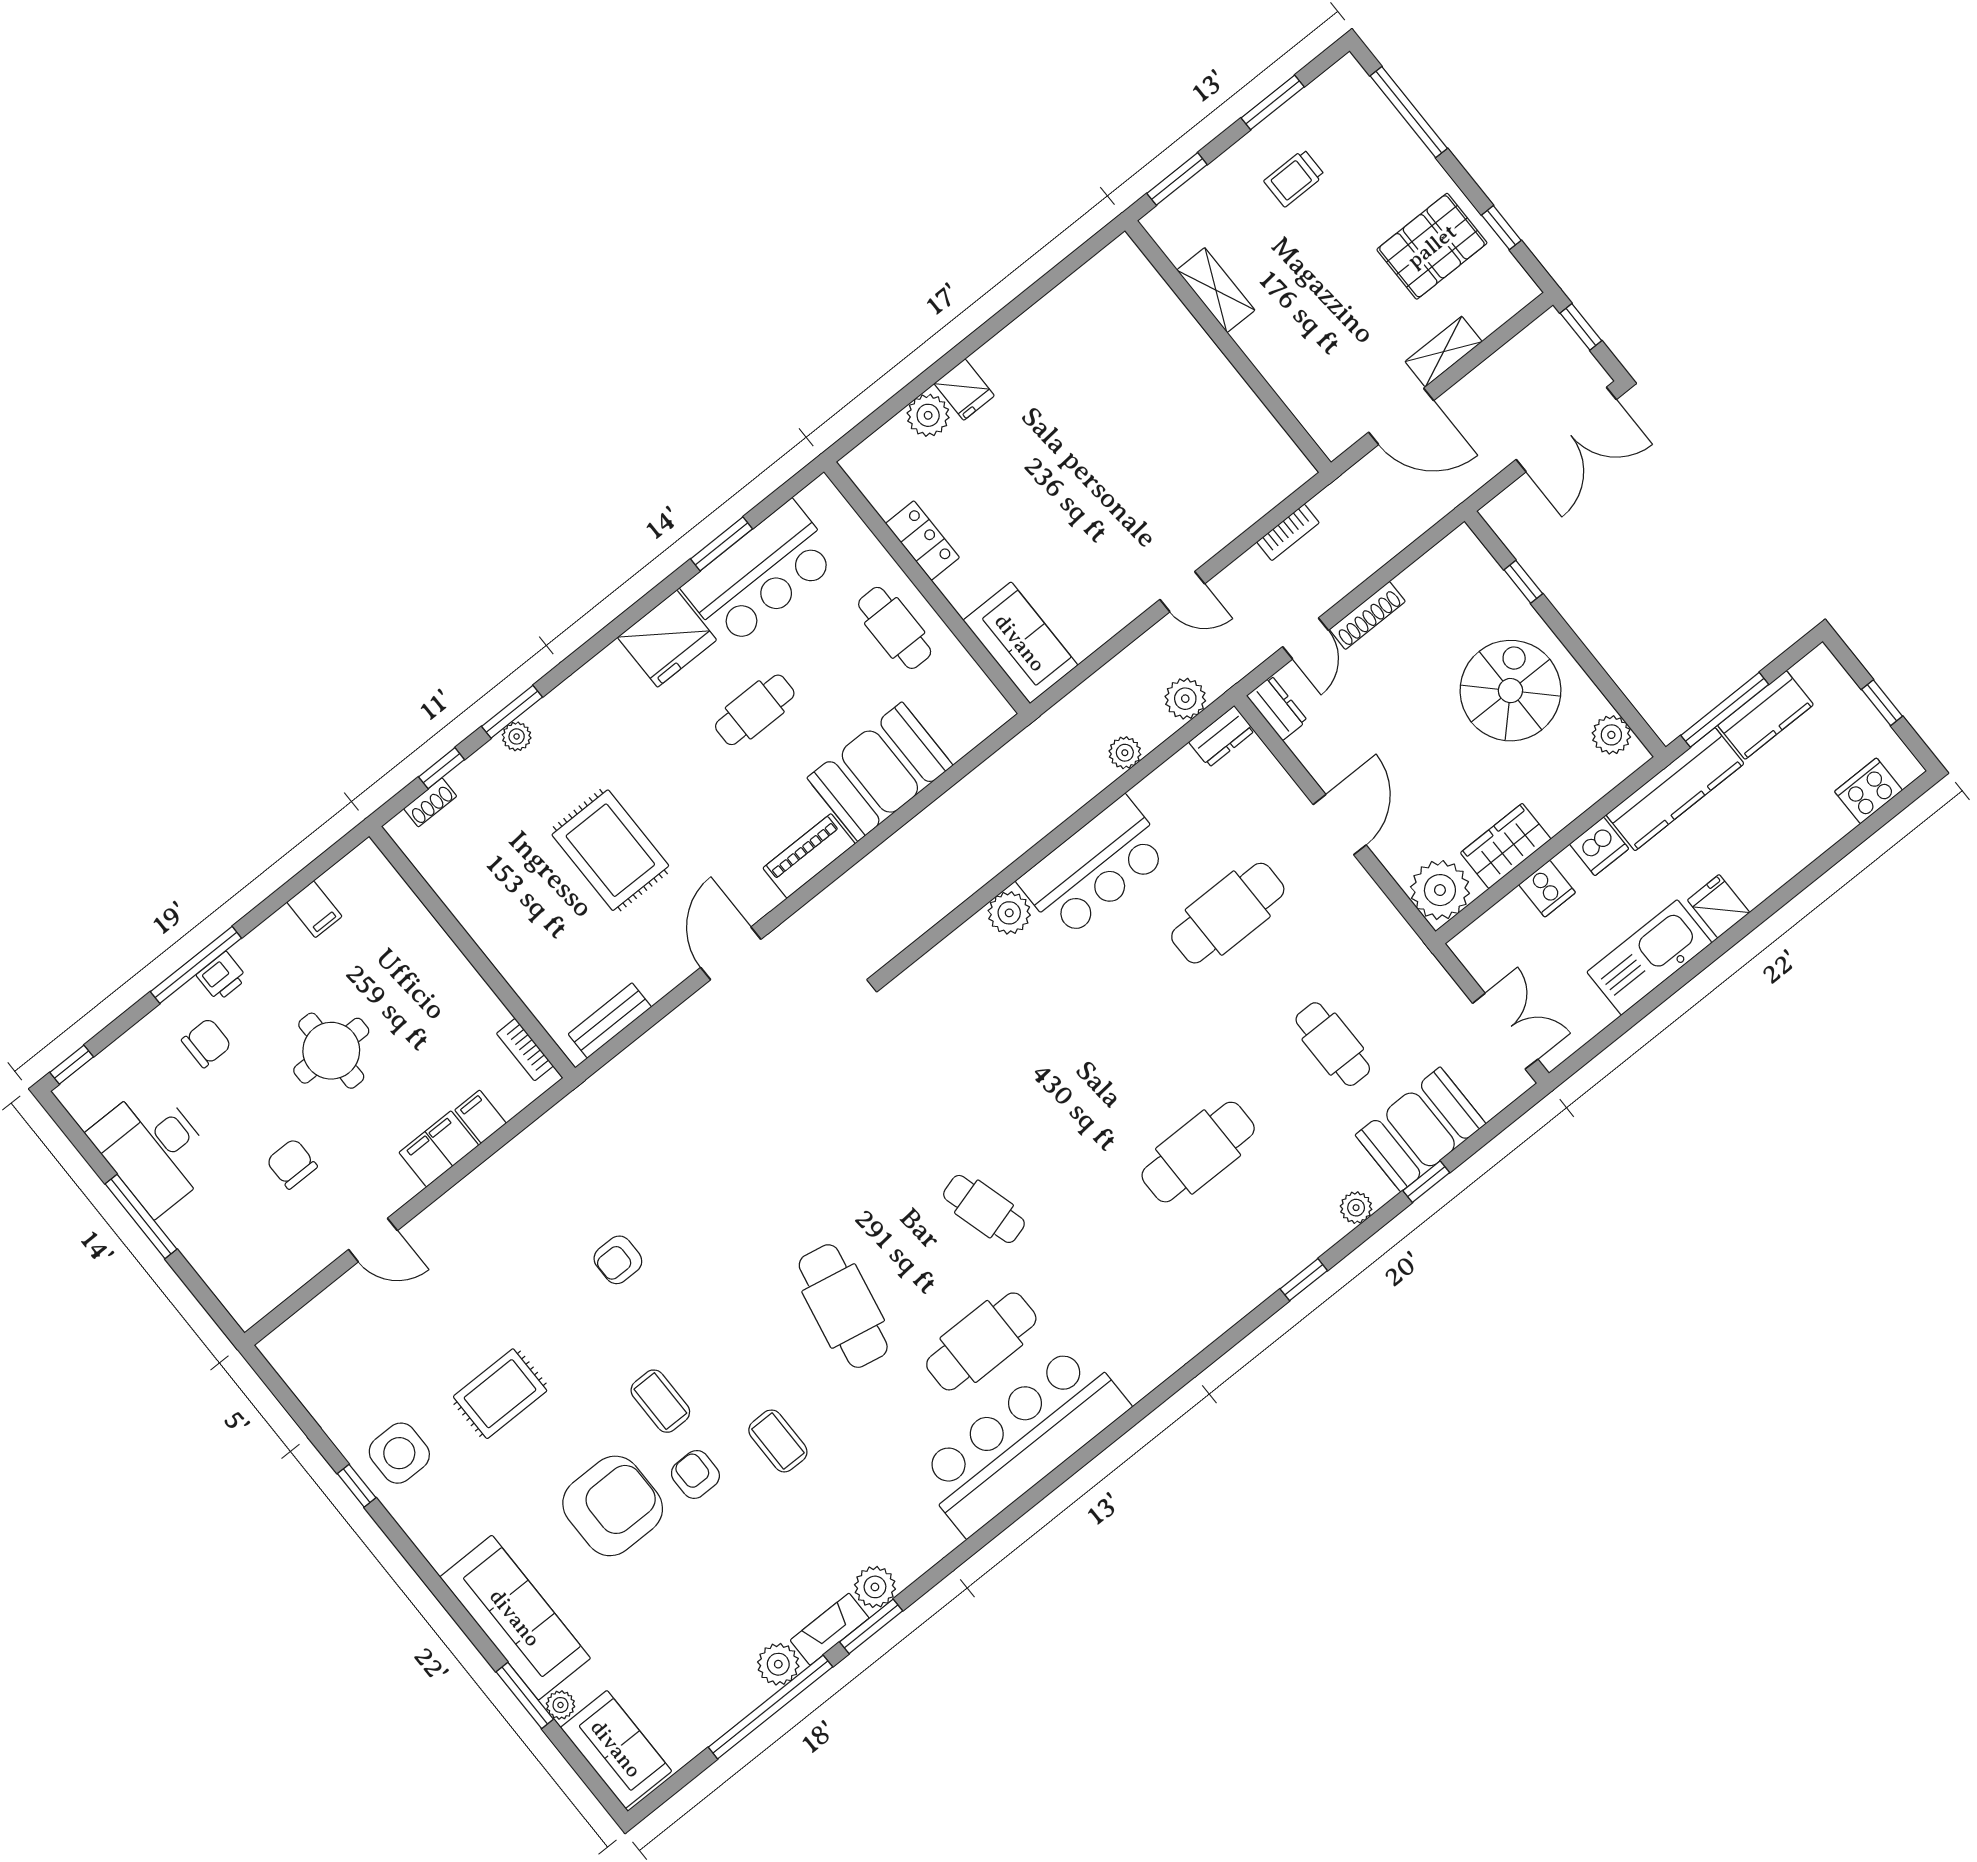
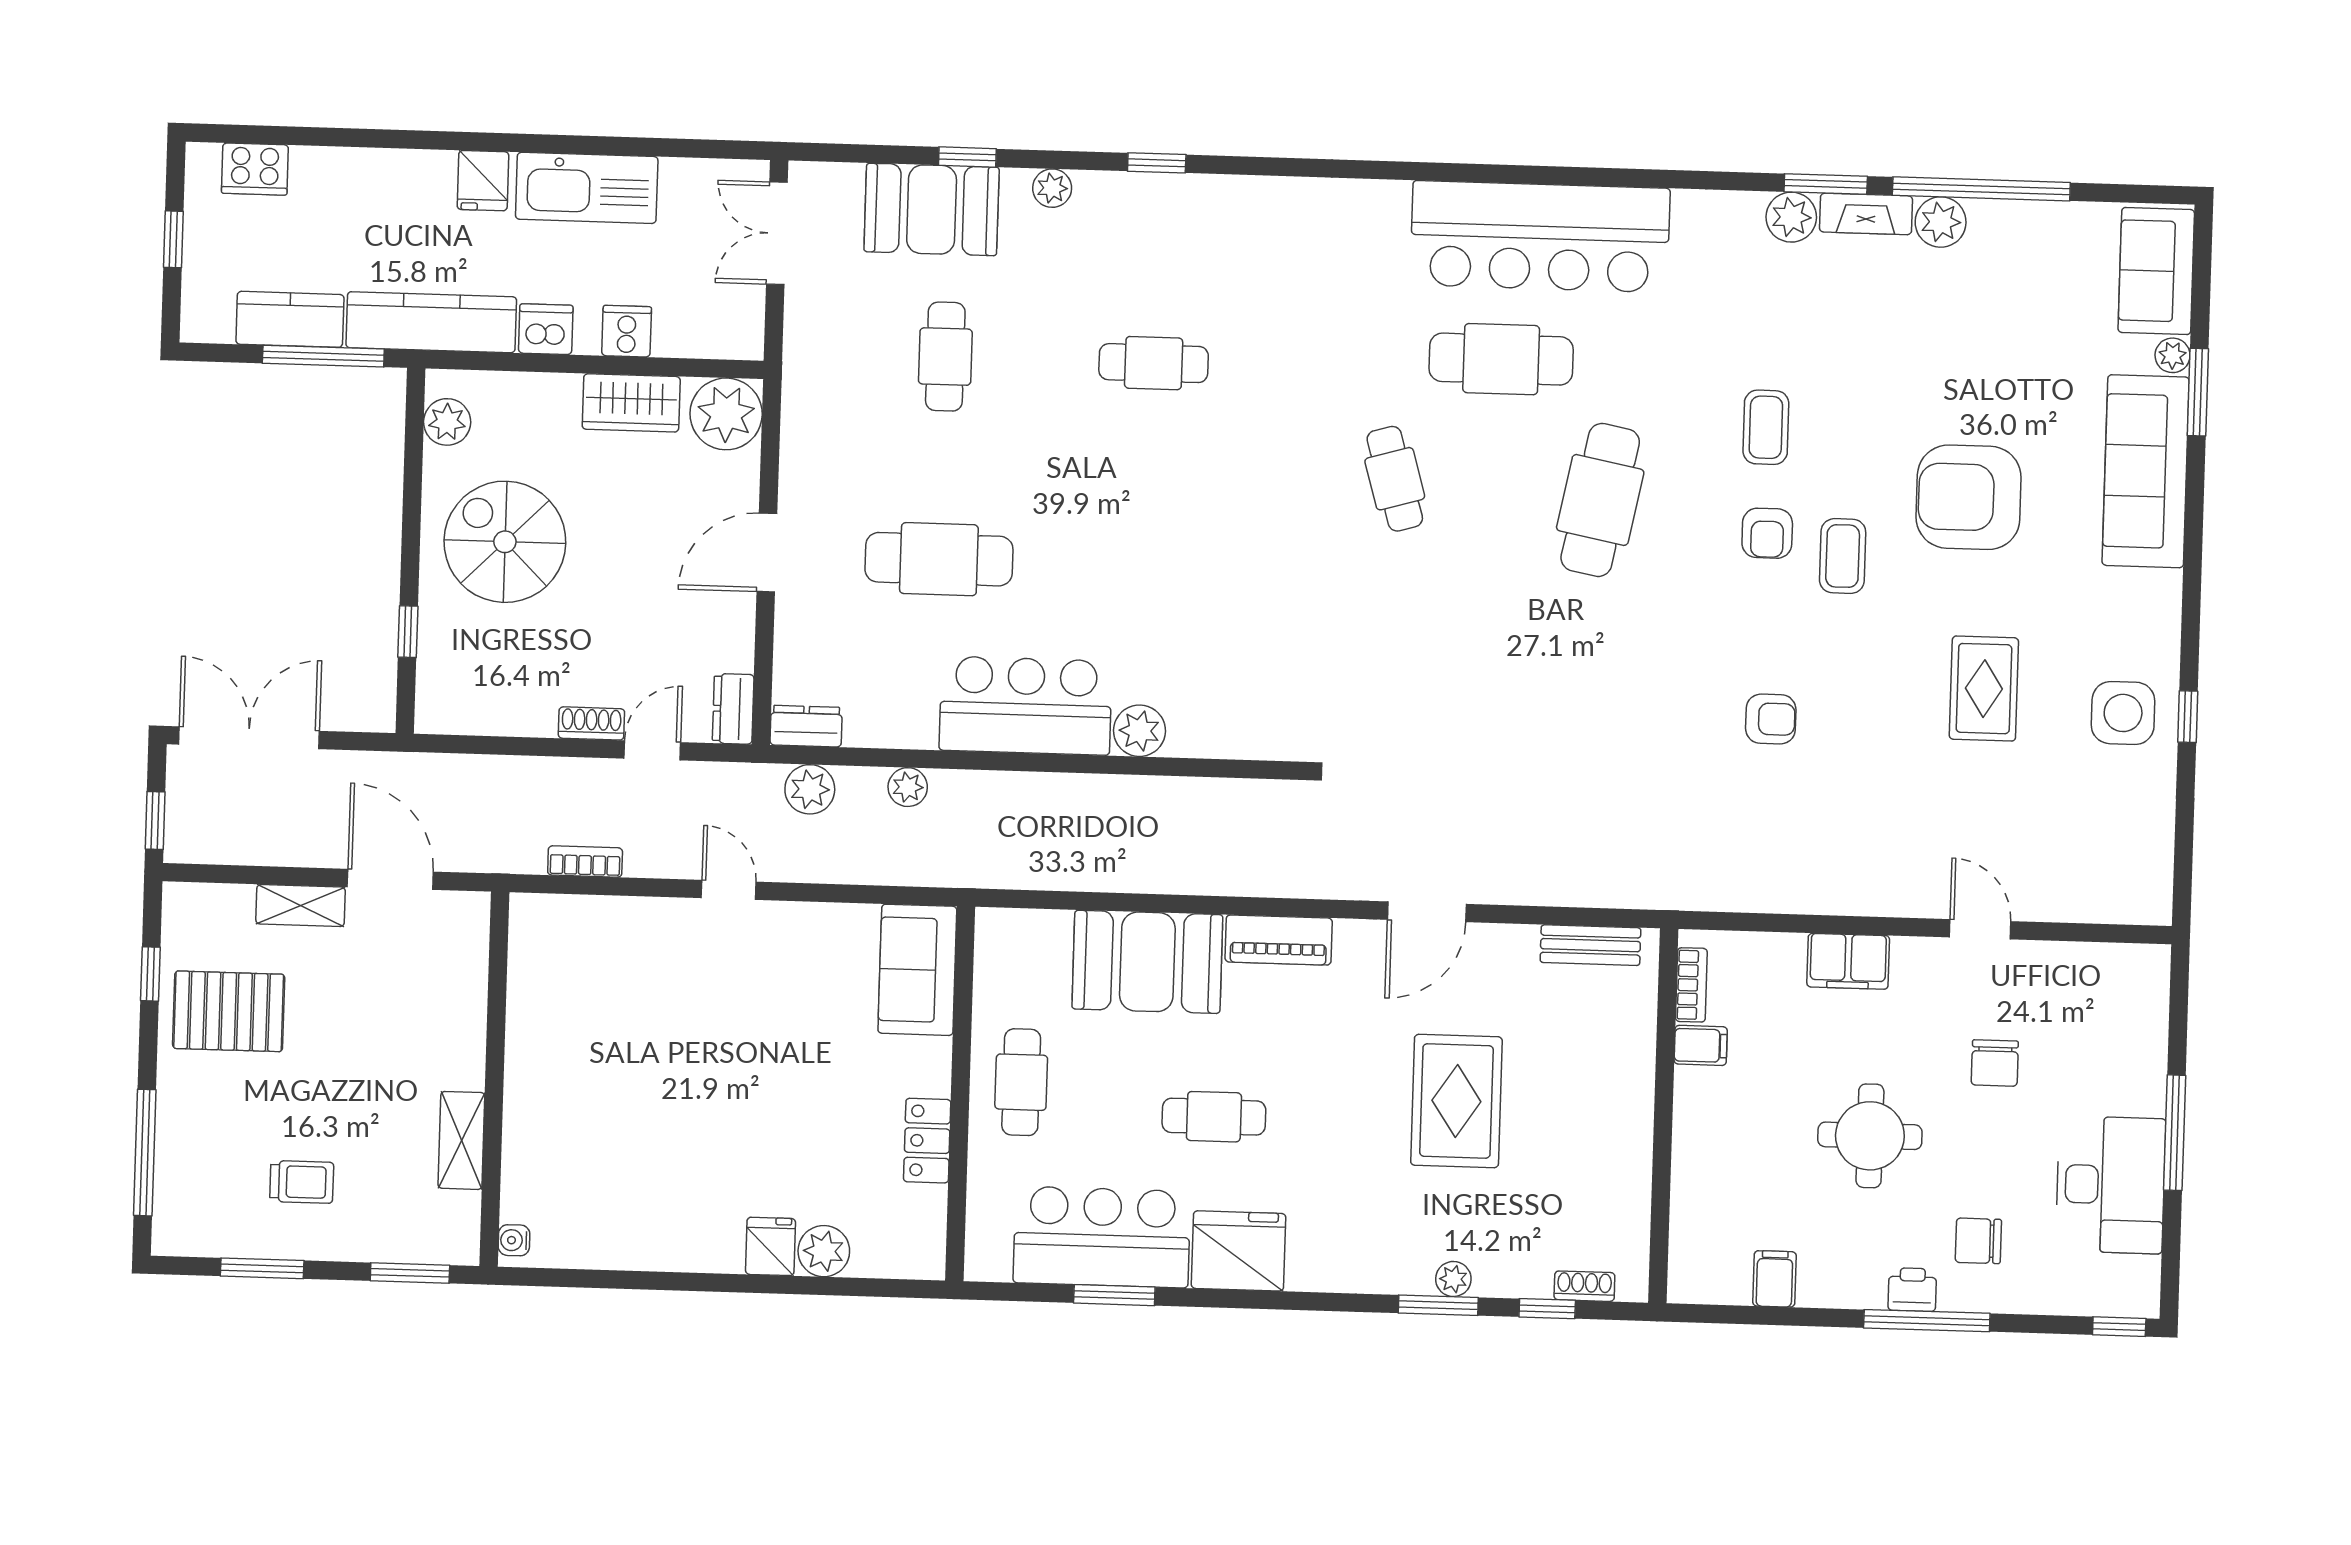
water cooler: (1129, 256) -> (514, 1240), added
shoe rack: (1367, 615) -> (591, 723), width x0.70
spiral stairs: (1510, 691) -> (505, 542), turned 90
filing cabinet: (481, 1117) -> (1701, 1045), moved, turned -90
cafe table: (1198, 1152) -> (1154, 363), width x0.73, depth x0.74
rug: (500, 1394) -> (1984, 689), turned 90
armchair: (695, 1474) -> (1767, 533), moved

